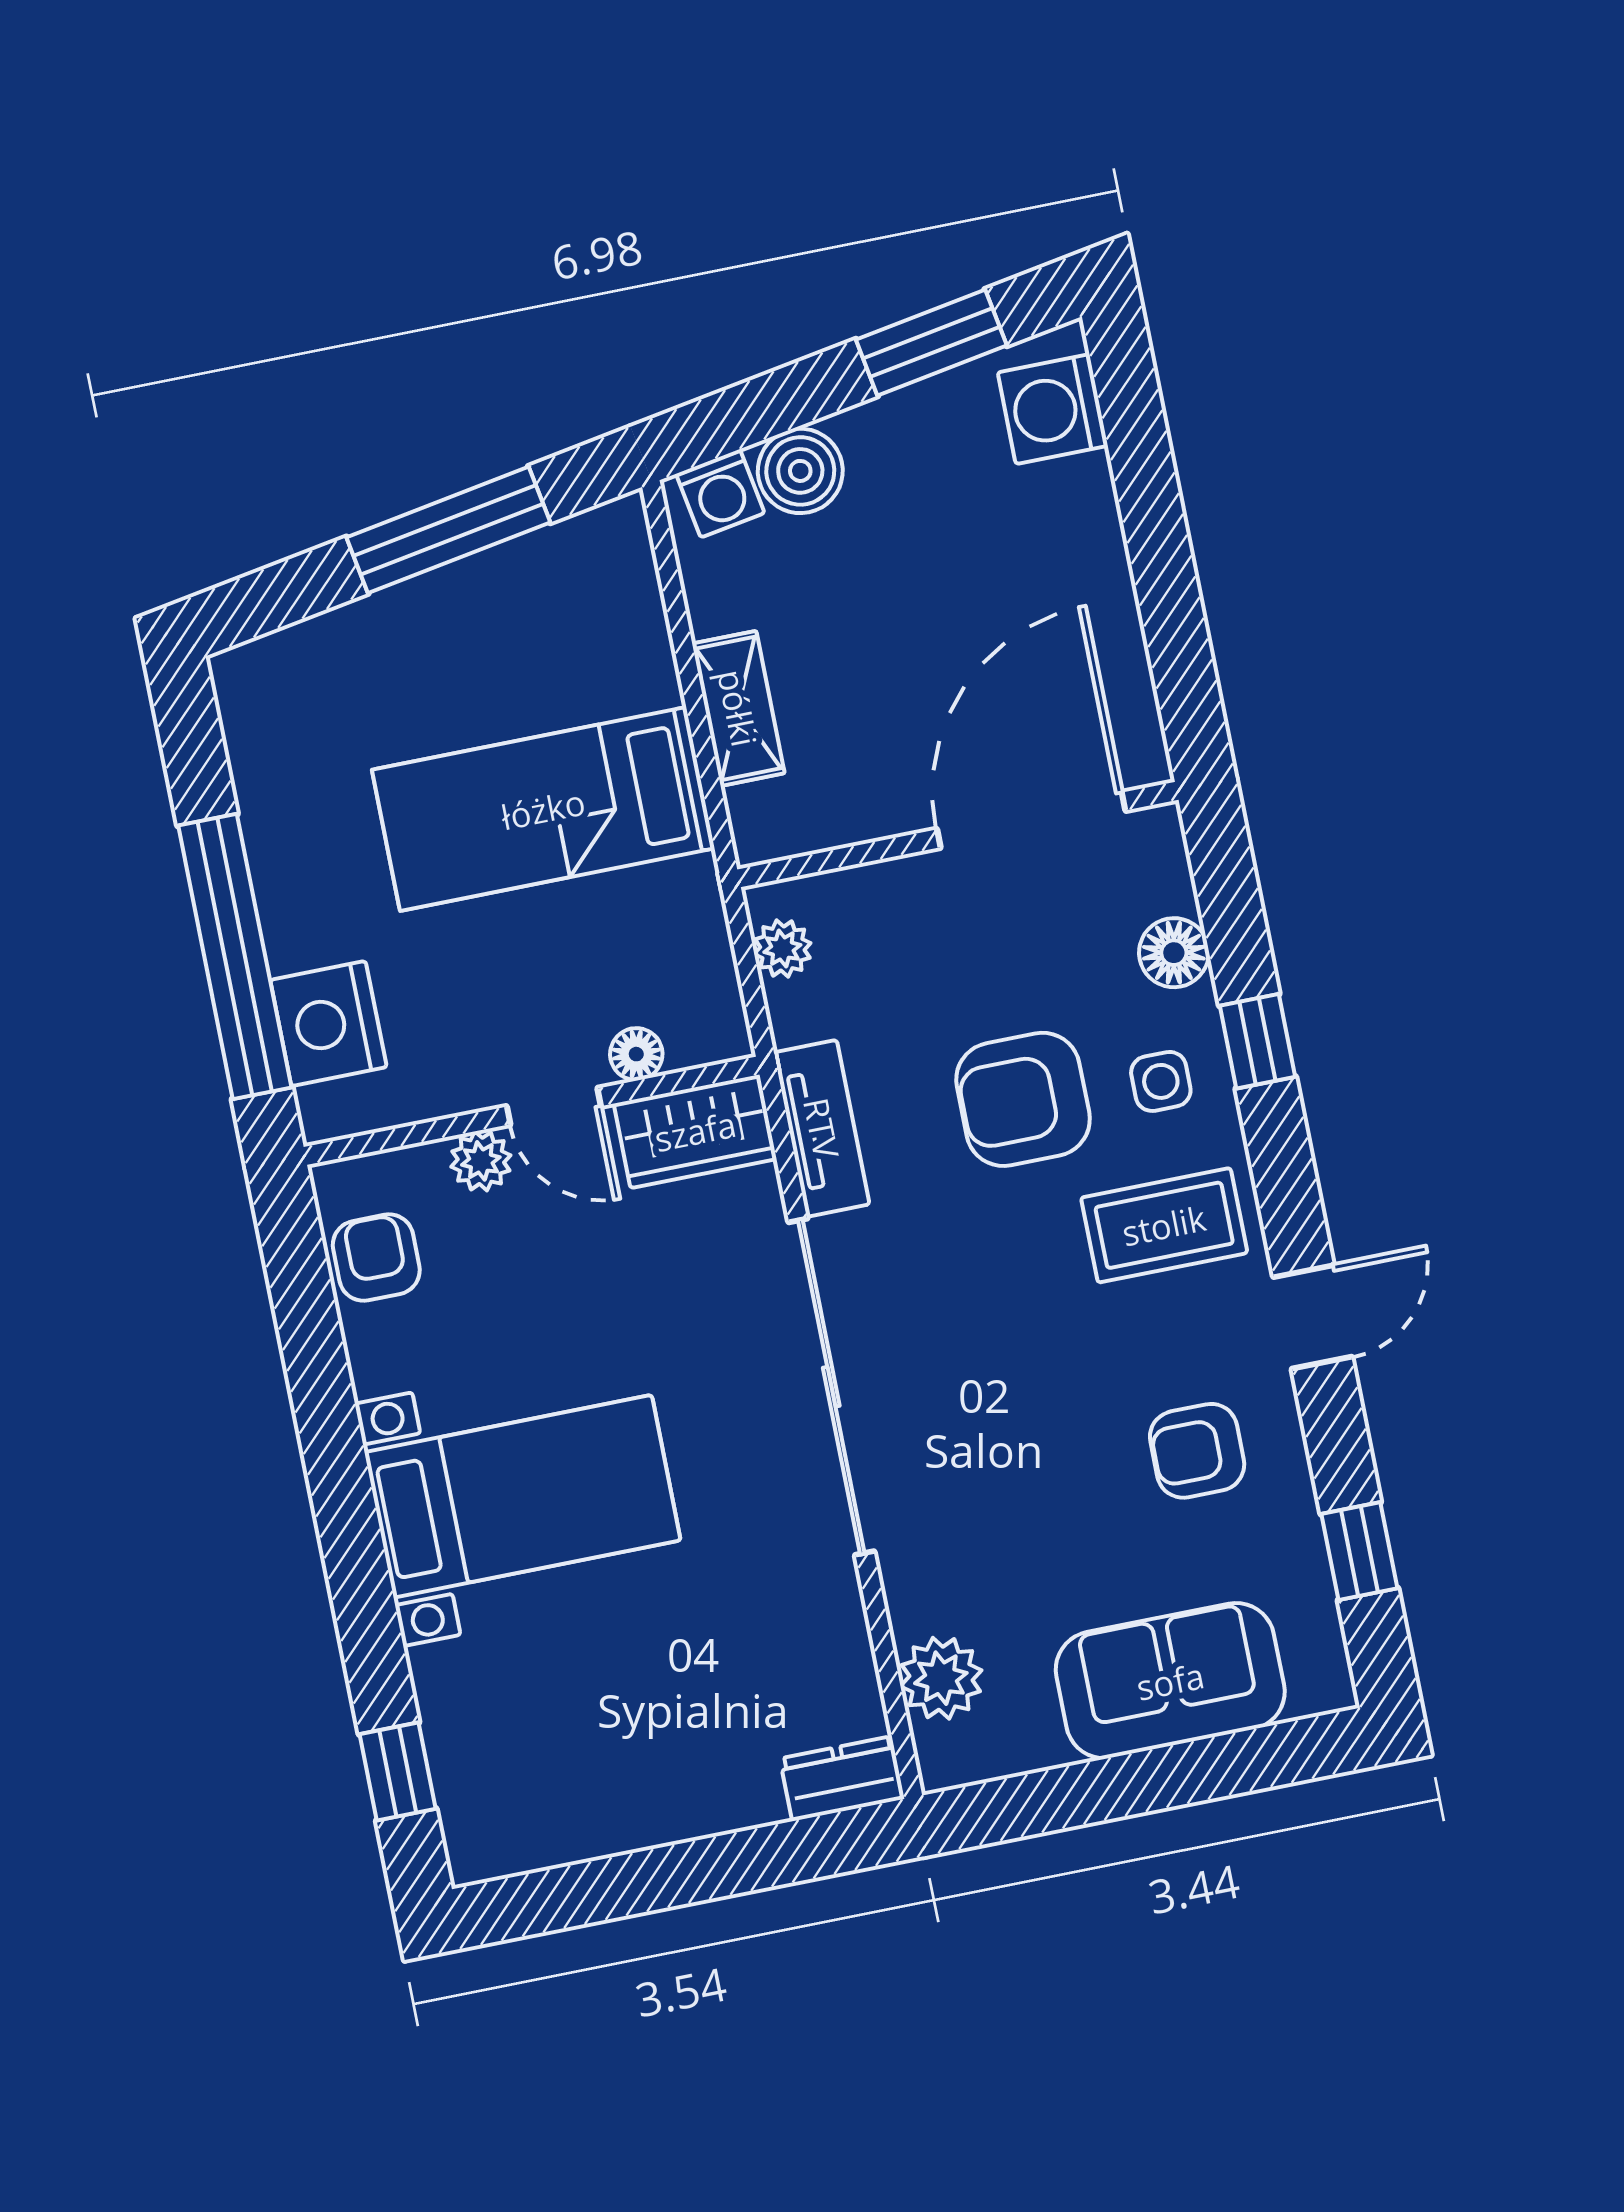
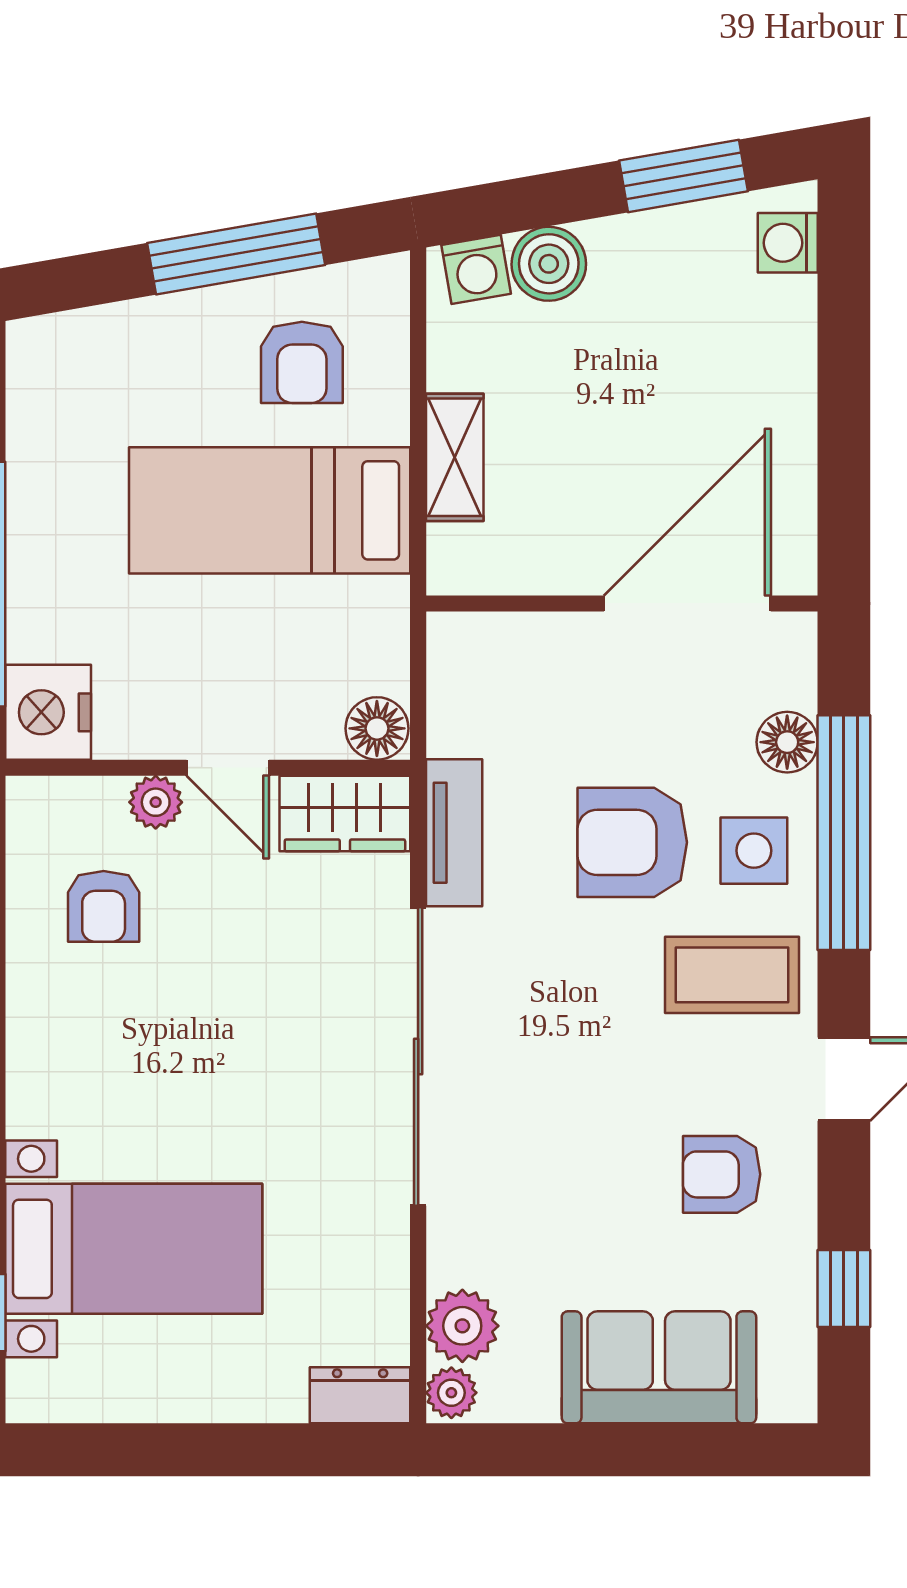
washing machine: (1053, 409) -> (788, 243), width x0.73, depth x0.73
armchair: (546, 636) -> (302, 362), added
plant: (782, 948) -> (451, 1393), moved
nightstand: (328, 1024) -> (48, 712), moved
window: (1257, 1041) -> (844, 833), width x3.17
floor lamp: (636, 1054) -> (377, 728), moved, width x1.37, depth x1.37
side table: (1161, 1081) -> (754, 851), width x1.37, depth x1.37
armchair: (376, 1258) -> (104, 906), moved, turned 180
bed with nightstands: (523, 1496) -> (134, 1249), moved

